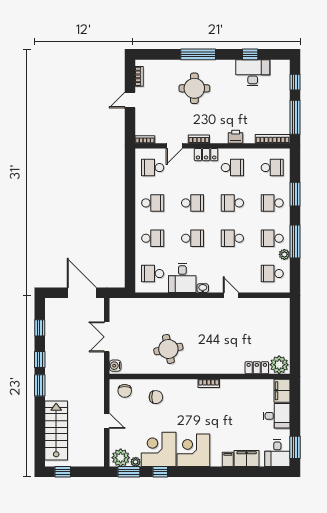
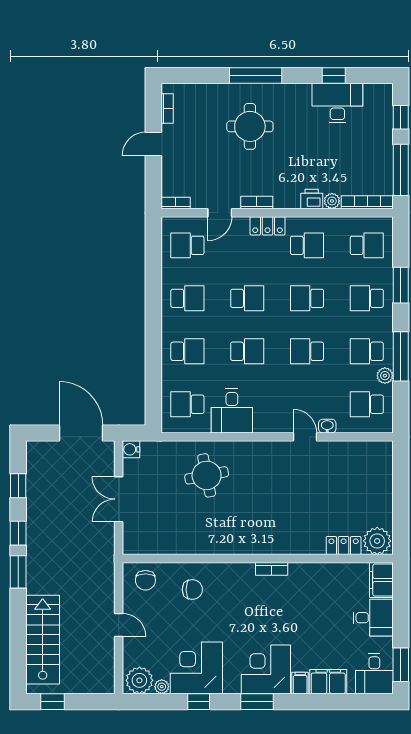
plant: (249, 138) -> (332, 201), added
washbasin: (203, 288) -> (327, 426), moved
round table: (168, 349) -> (207, 475), moved
water cooler: (115, 366) -> (131, 449), moved
corner desk: (193, 450) -> (266, 669), moved
window: (129, 472) -> (257, 702), moved

